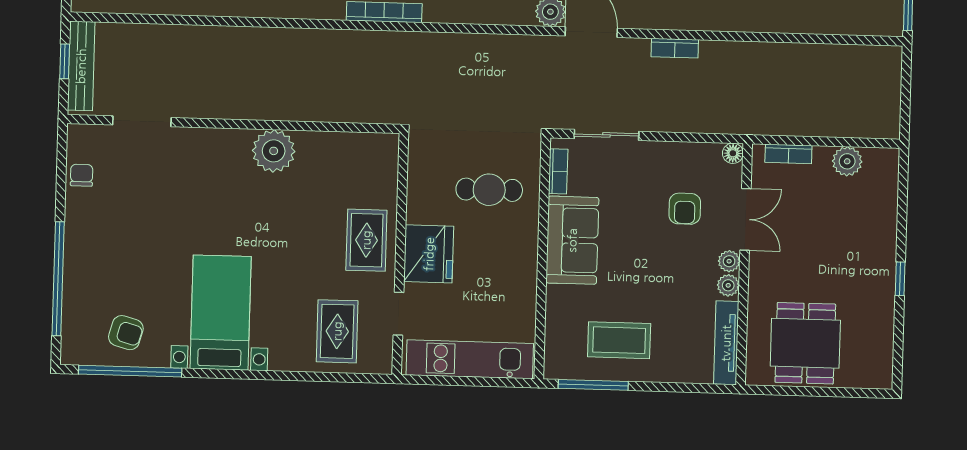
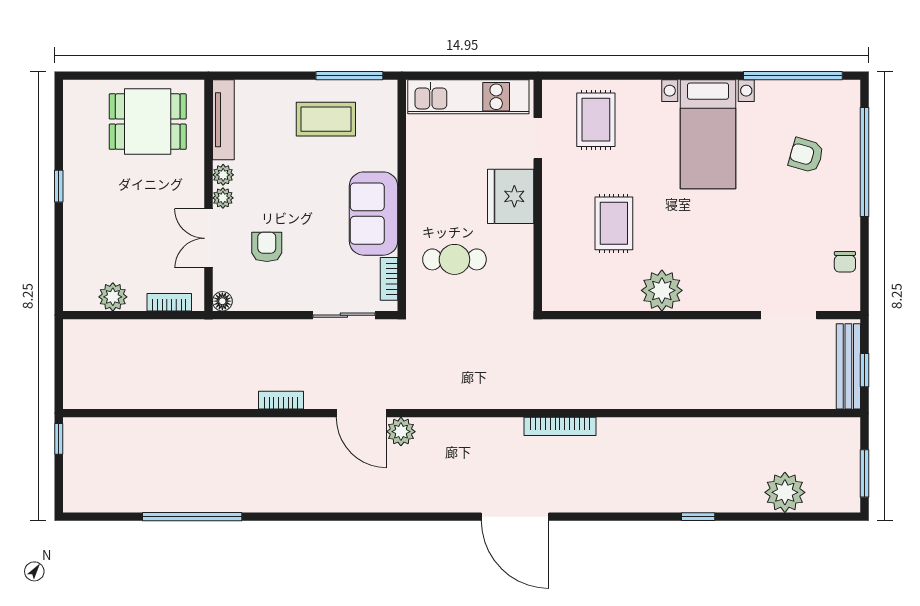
rug: (366, 240) -> (614, 223), moved
armchair: (126, 333) -> (806, 155), moved
dining table: (805, 343) -> (148, 122), turned 90

